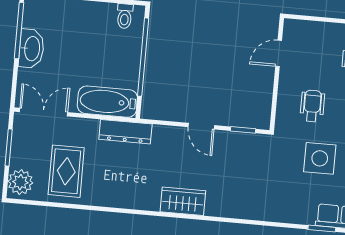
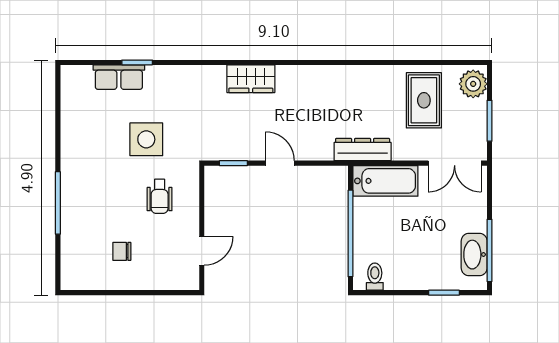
washbasin: (31, 49) -> (474, 255), moved
wardrobe: (183, 201) -> (251, 79), moved

